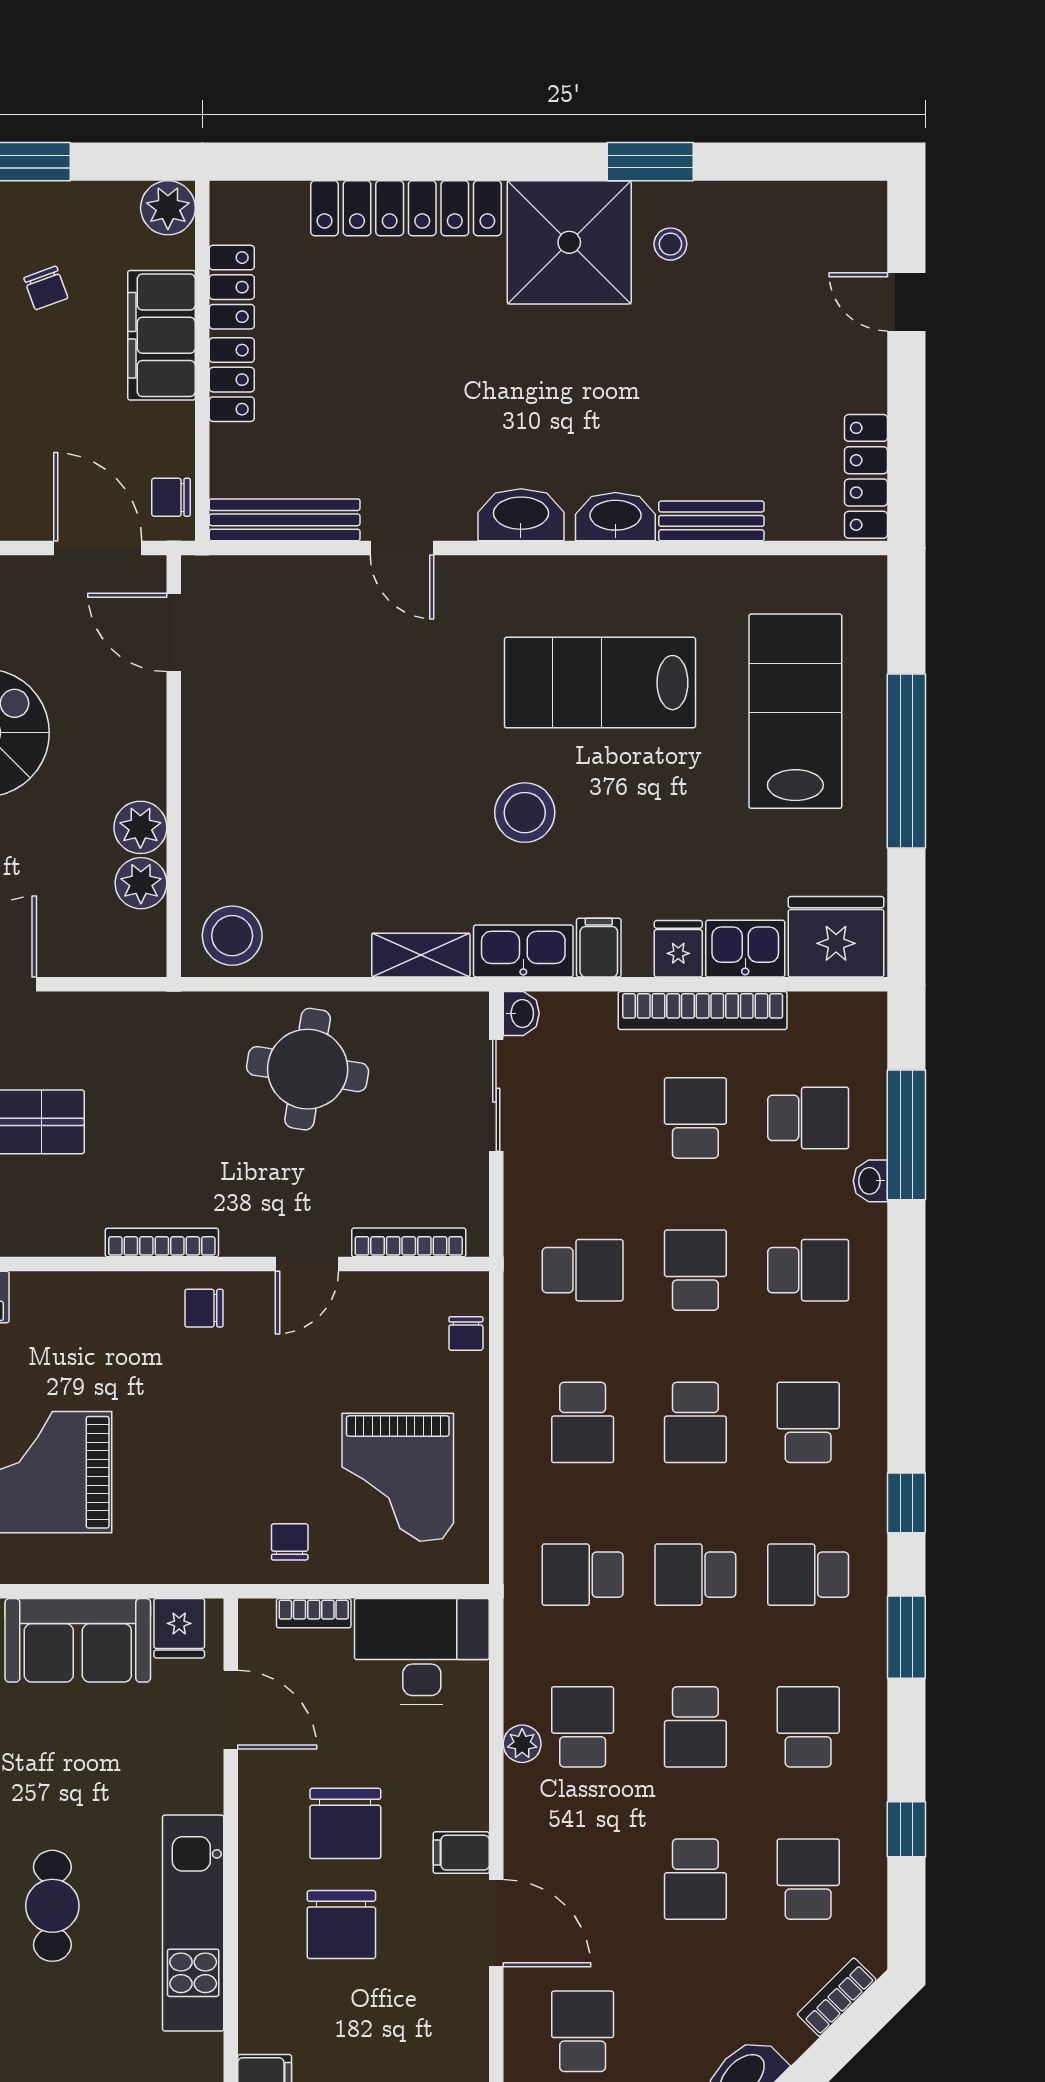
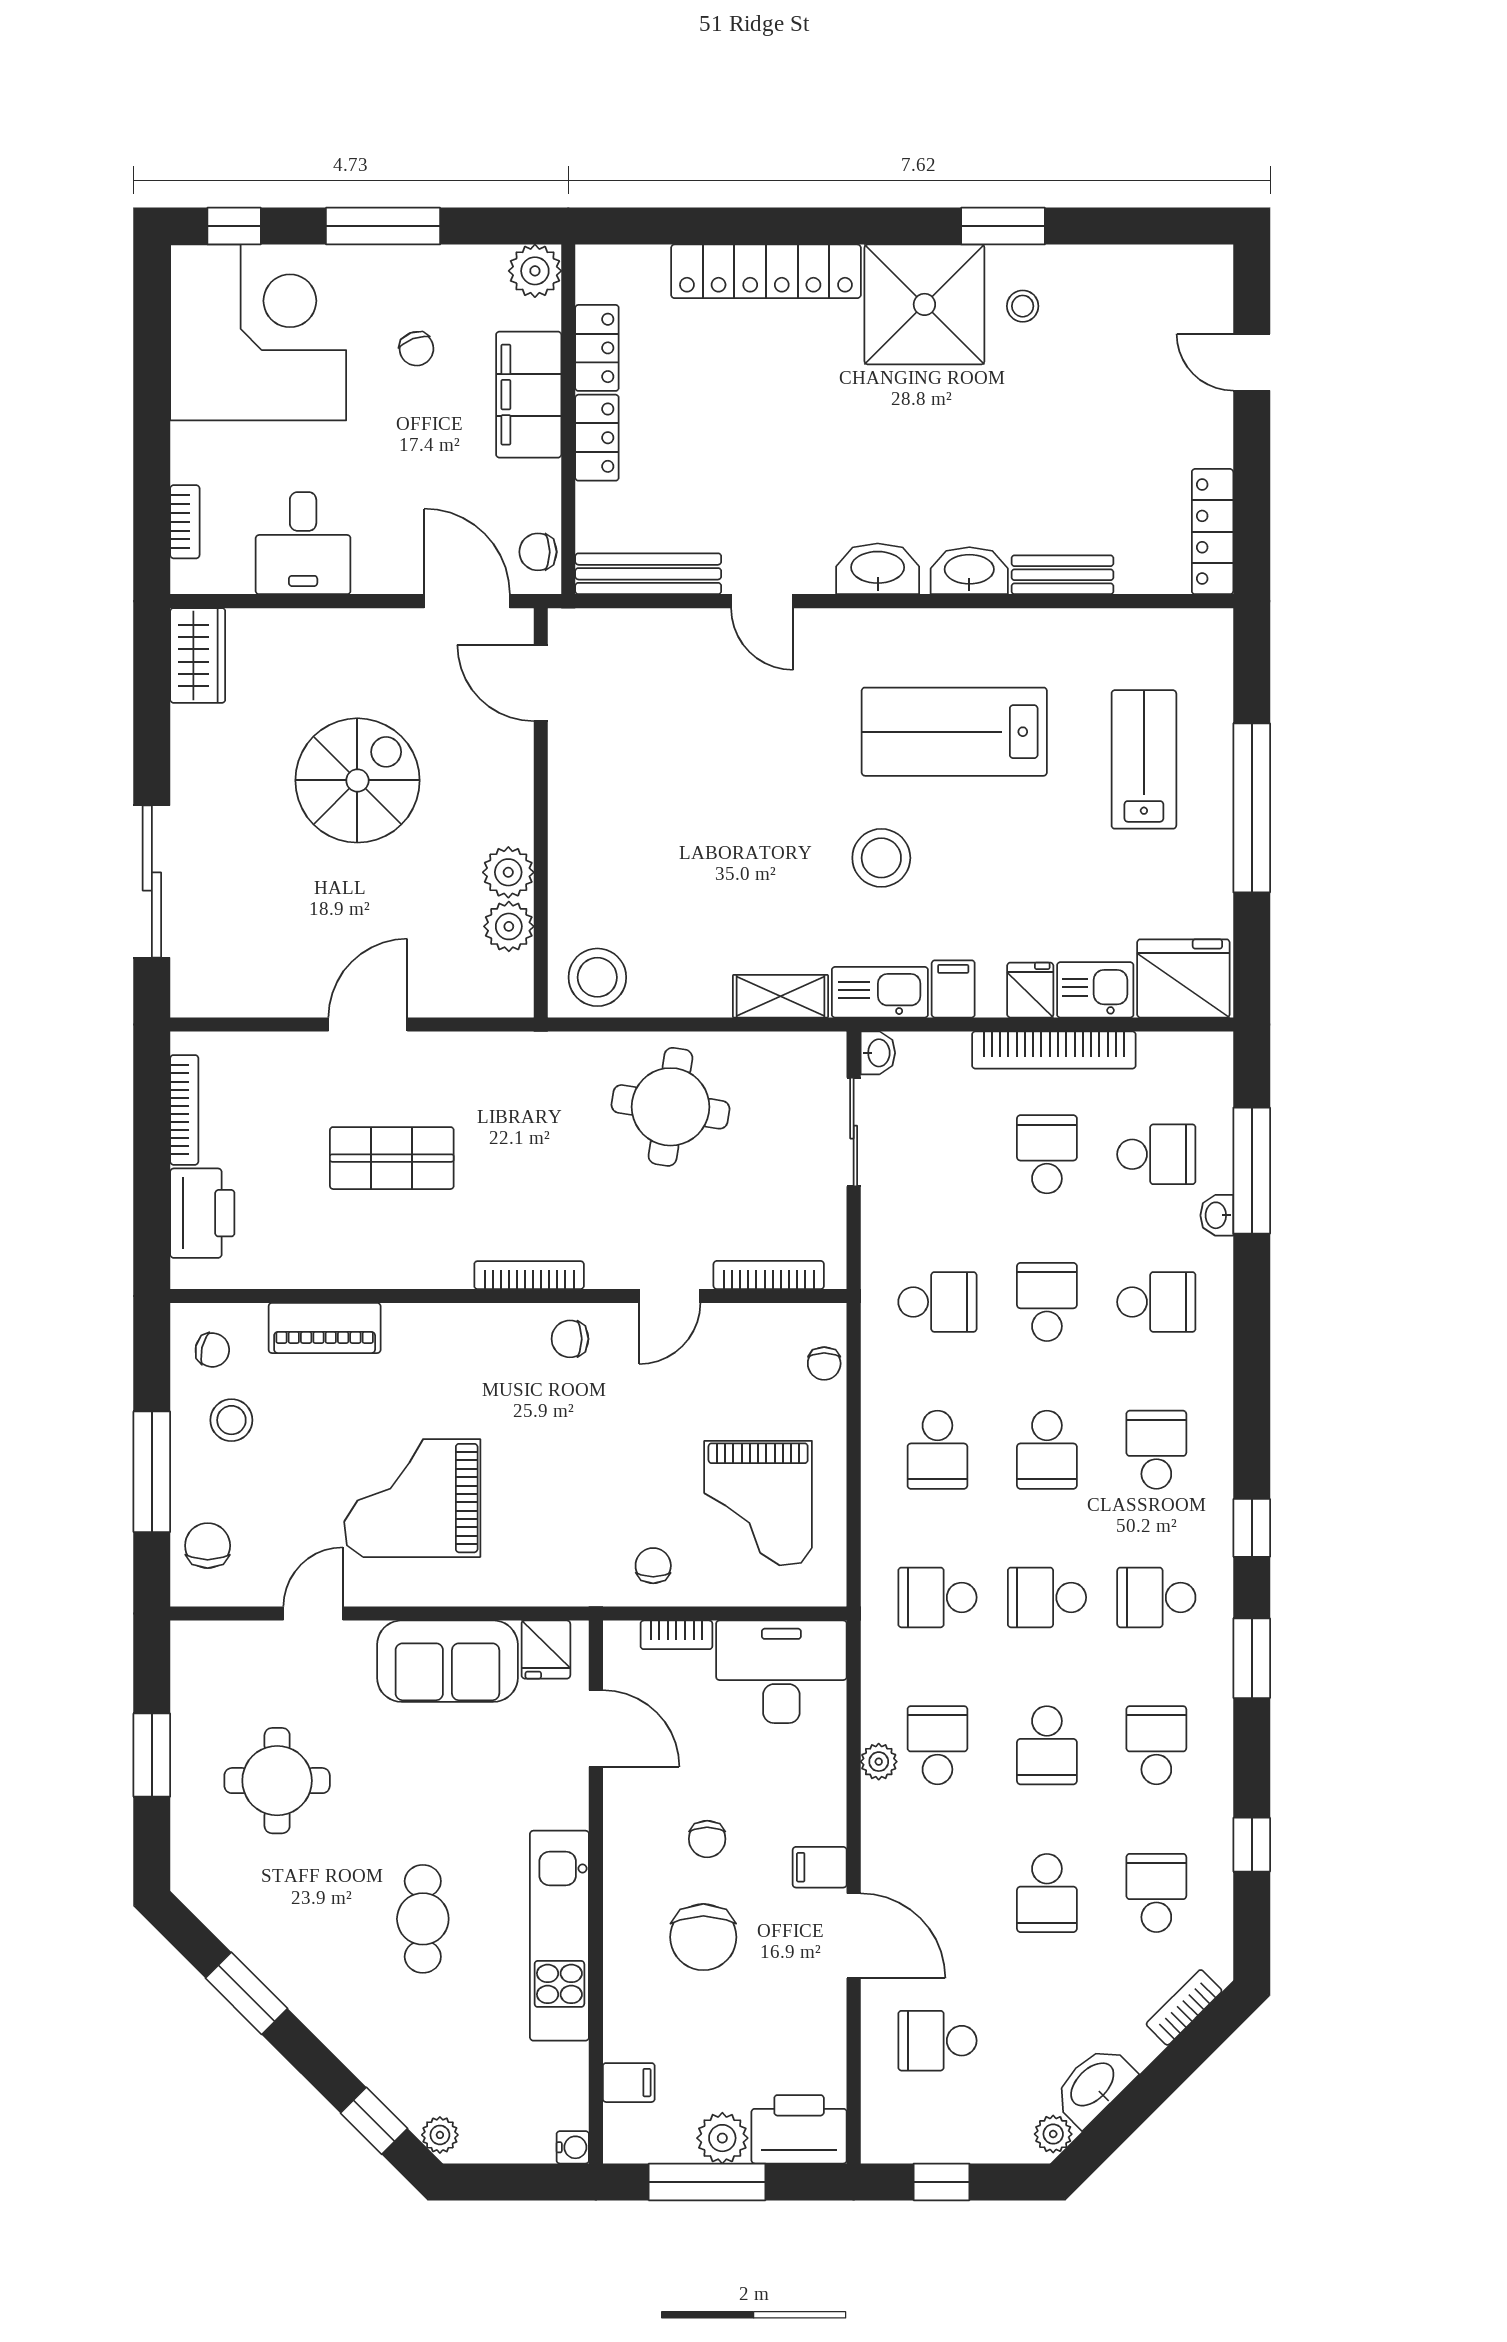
lab bench: (795, 711) -> (1144, 759), width x0.73, depth x0.72
chair: (345, 1823) -> (707, 1839), width x0.54, depth x0.54
school desk: (583, 2031) -> (937, 2041), turned -90

